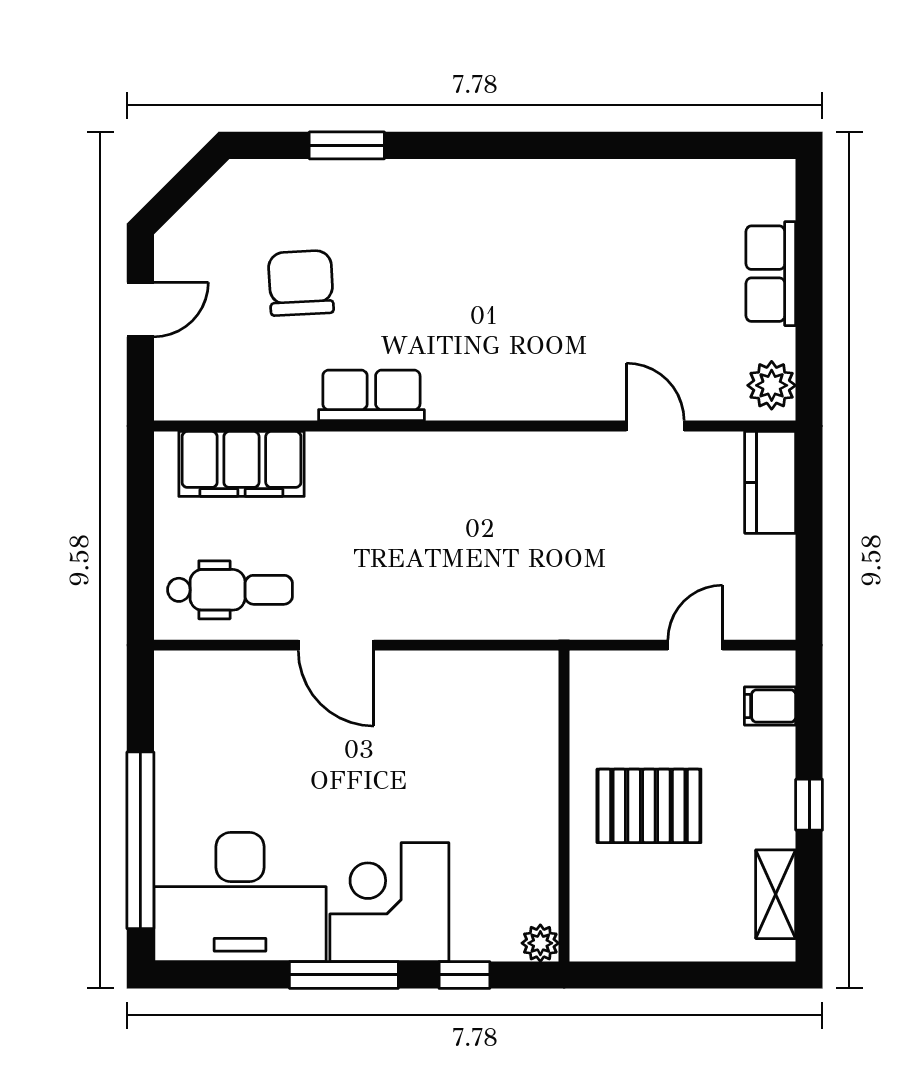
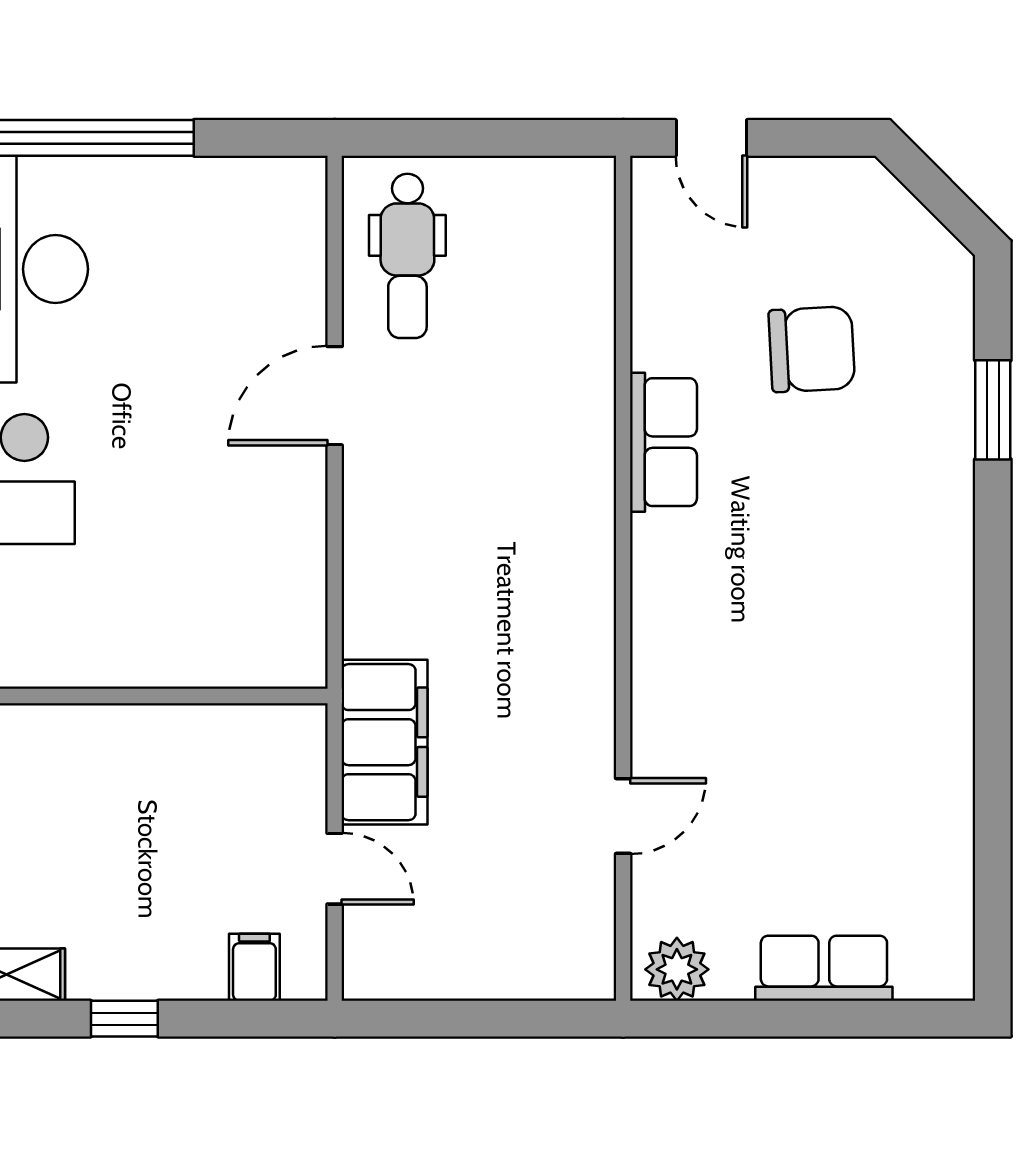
door: (140, 310) -> (711, 138), moved
filing cabinet: (241, 464) -> (385, 742), moved, turned 180
kitchen counter: (770, 482) -> (549, 967), removed
pallet: (649, 806) -> (123, 808), removed

